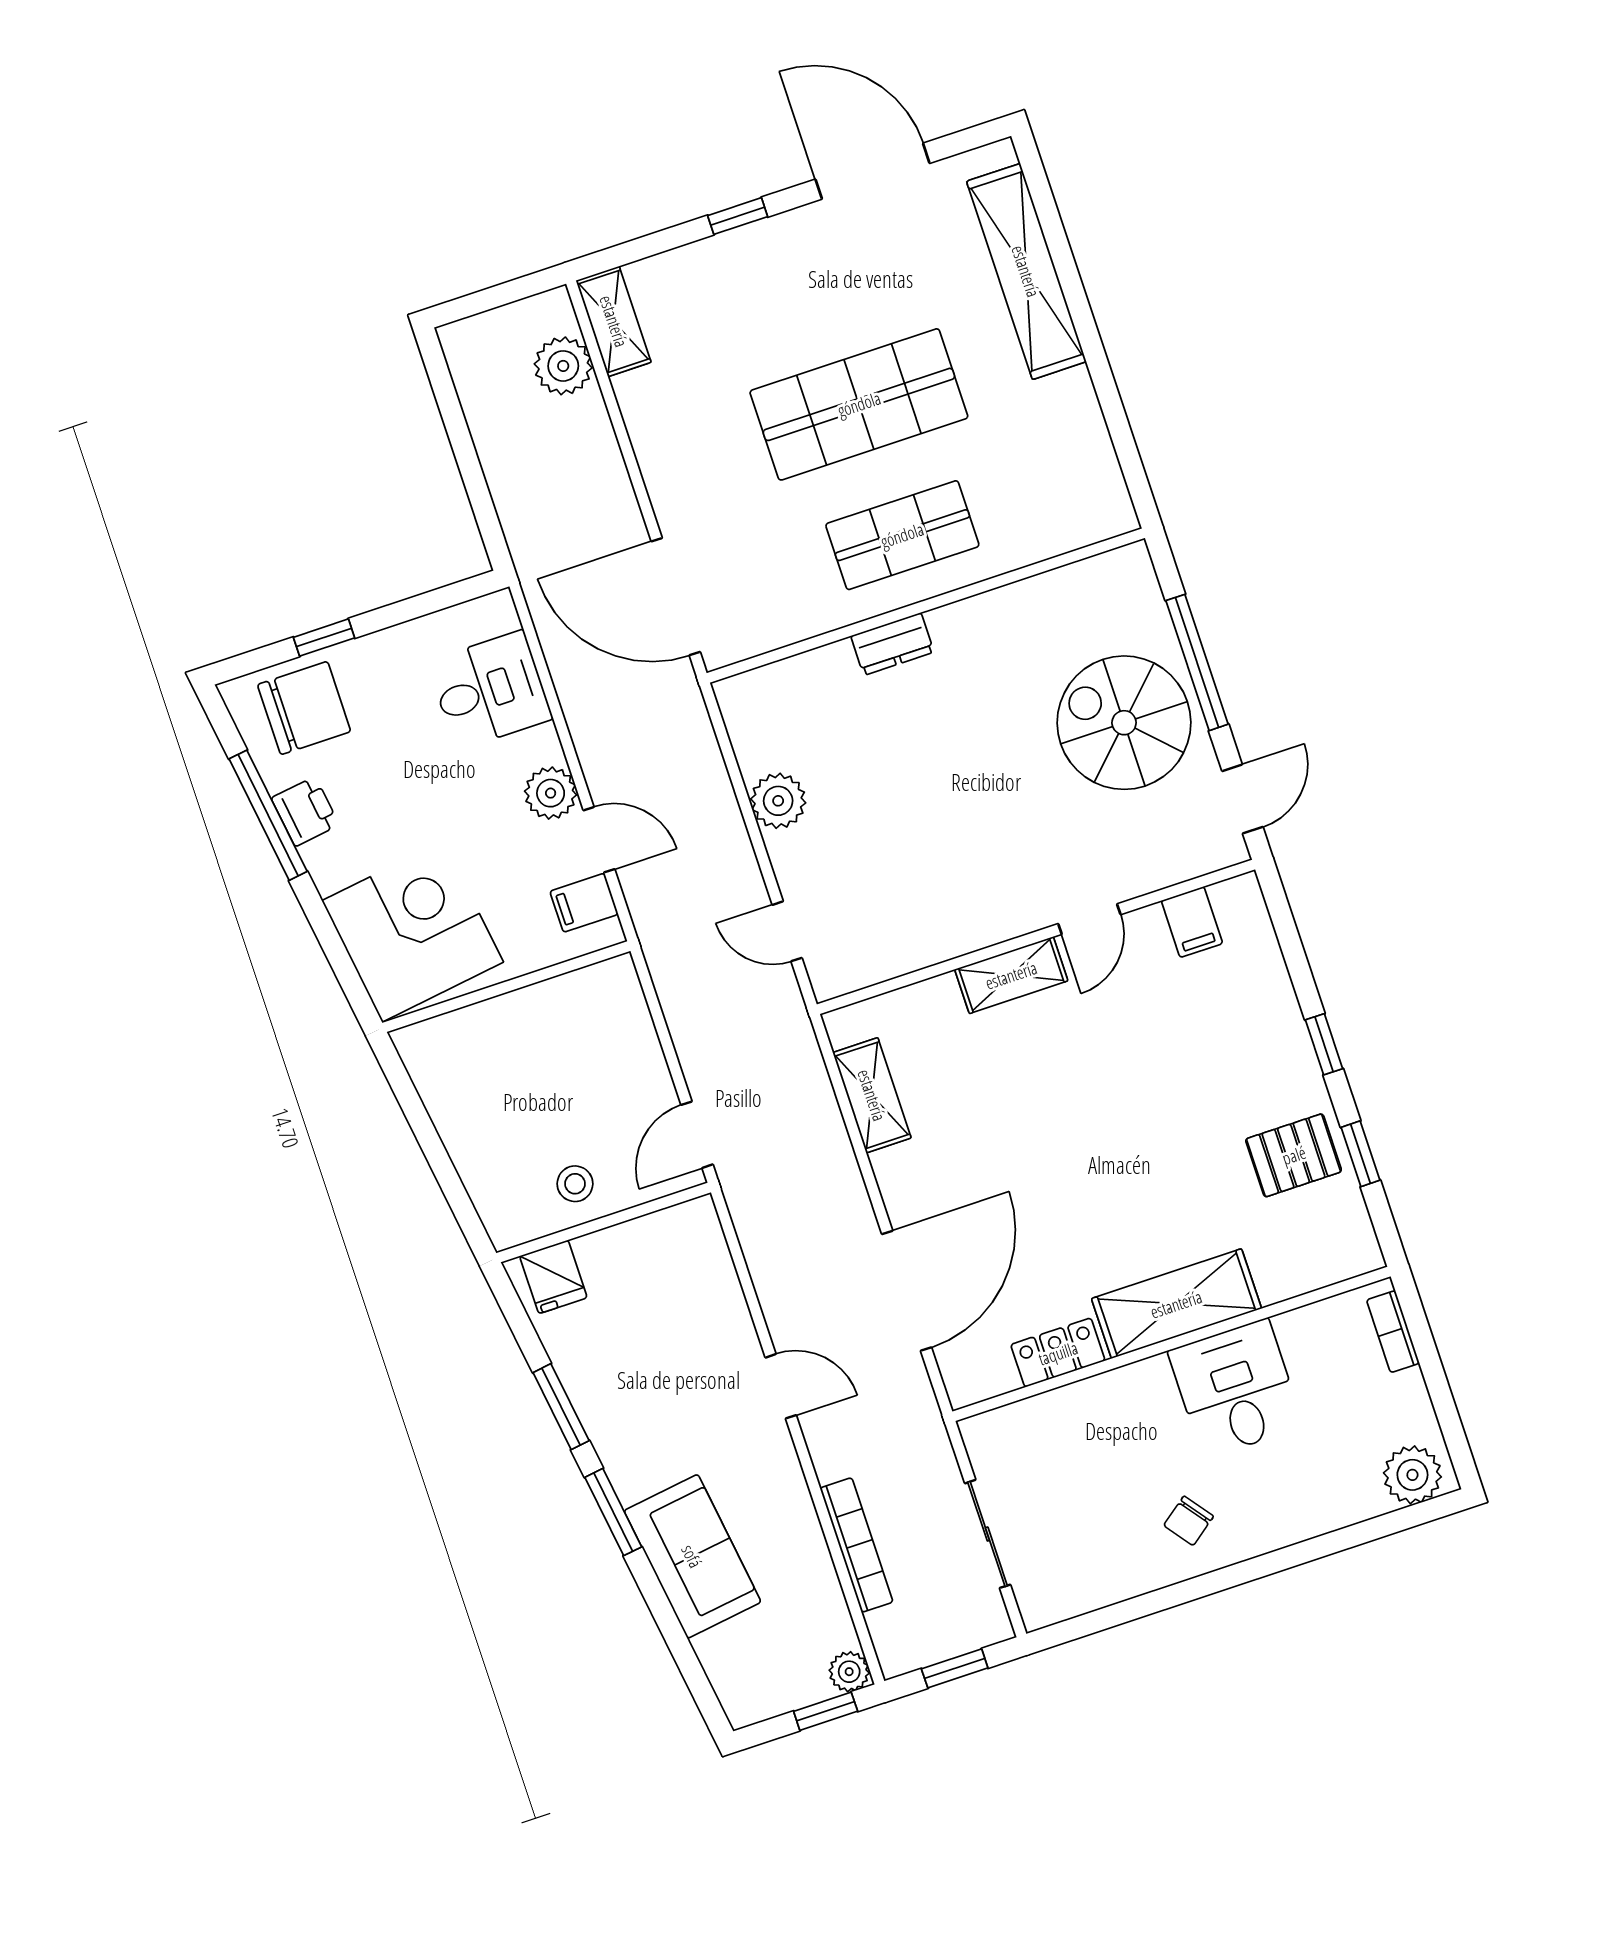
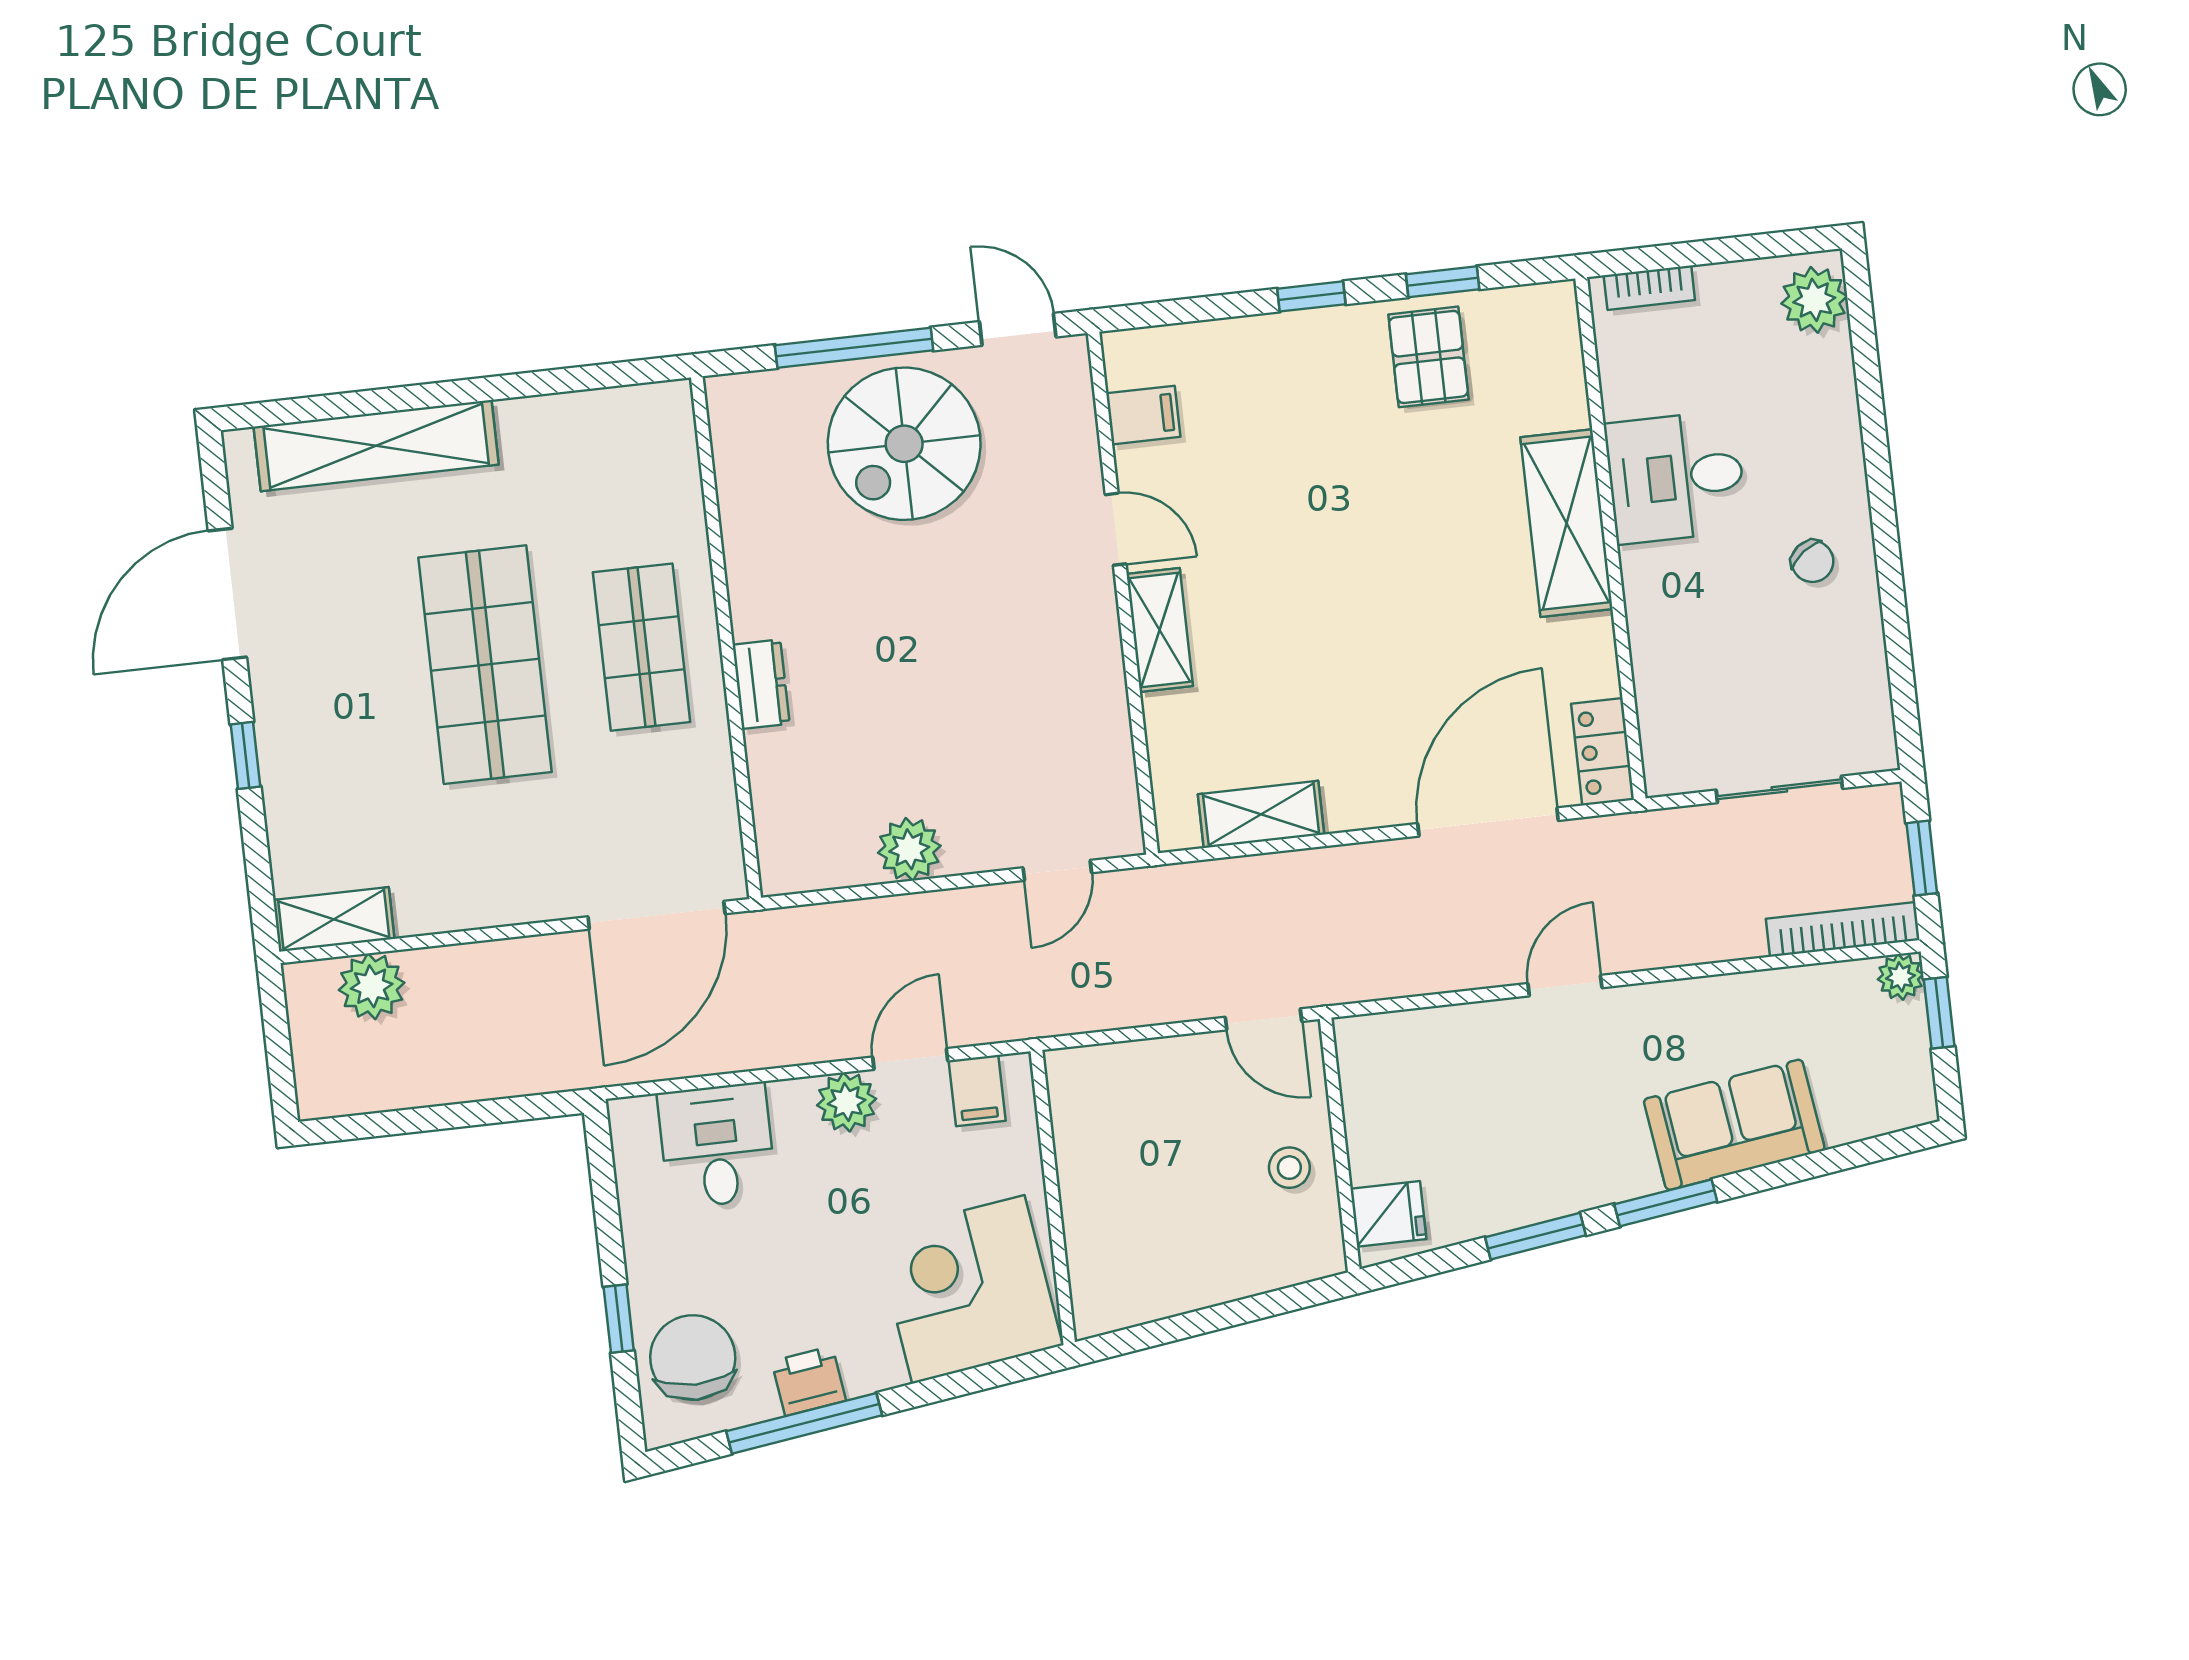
door: (907, 1291) -> (1488, 822), hinge flipped
locker: (1058, 1353) -> (1603, 752), moved
bookcase: (857, 1545) -> (1843, 929), moved

